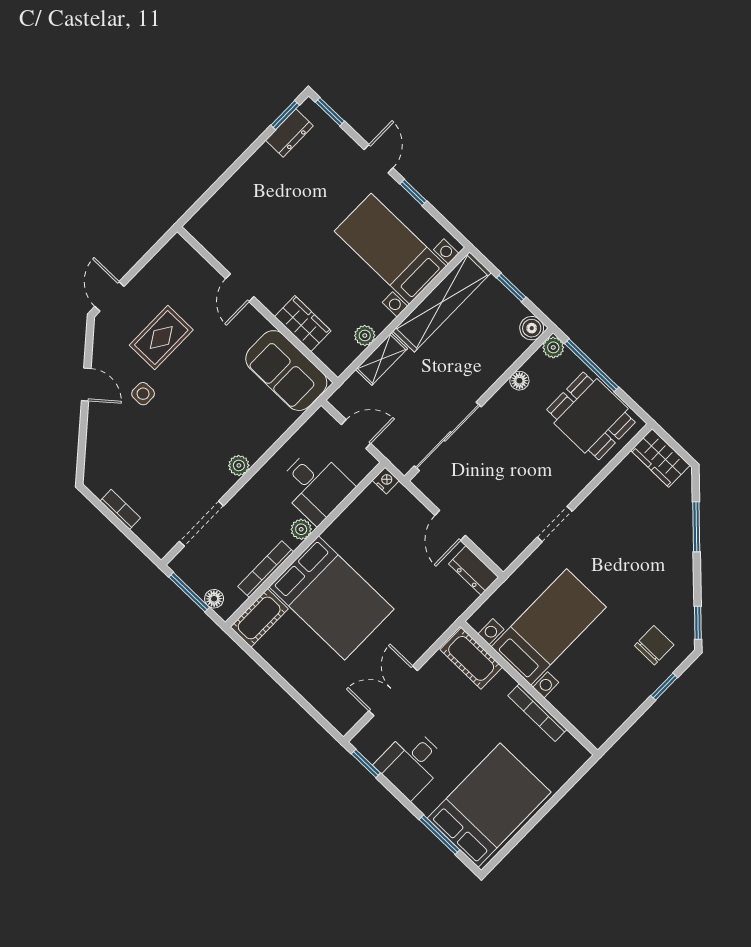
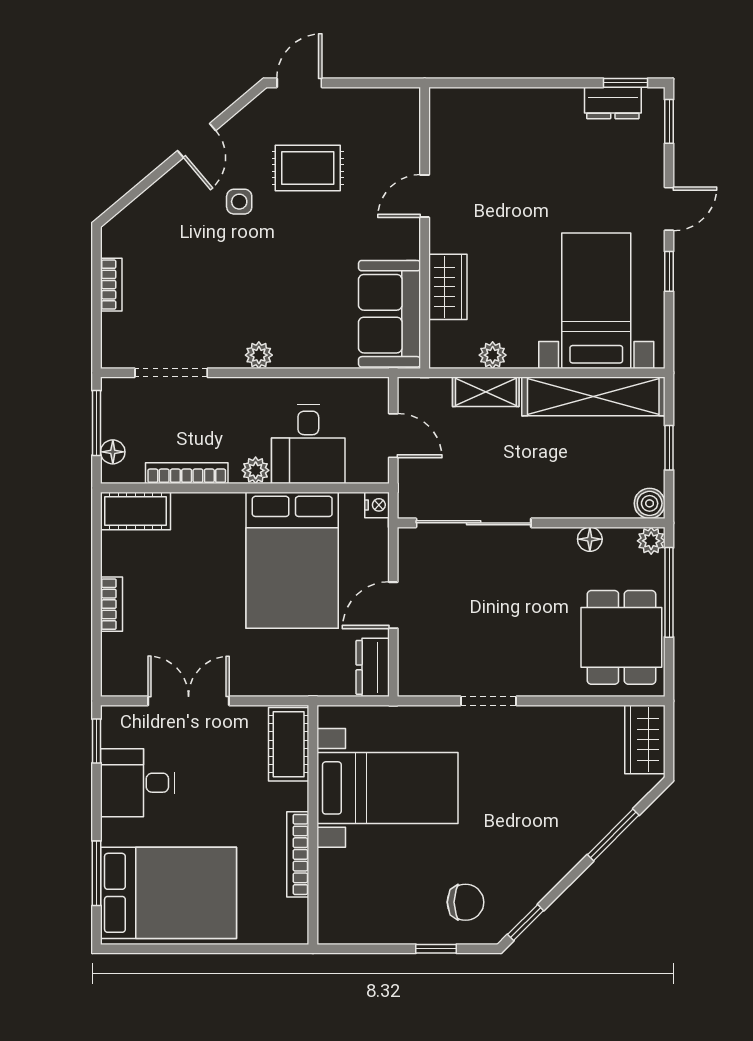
bed: (331, 598) -> (292, 560), moved
bookcase: (298, 681) -> (112, 604), added

